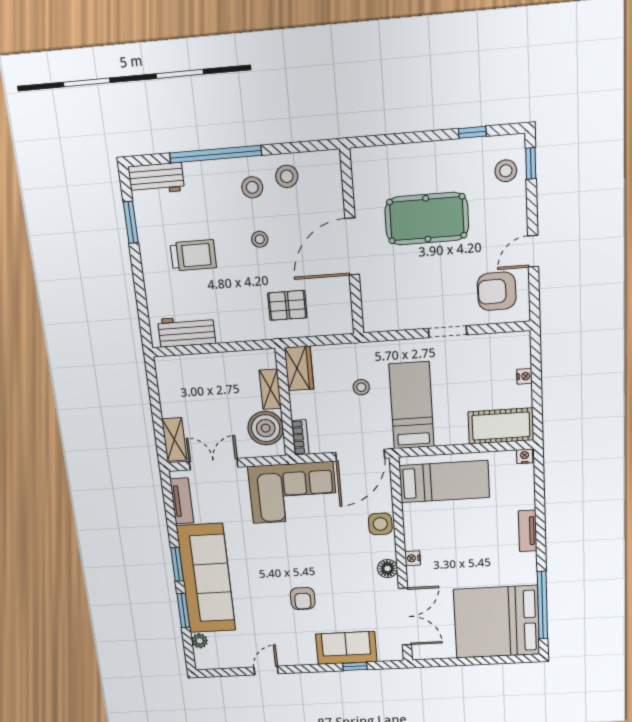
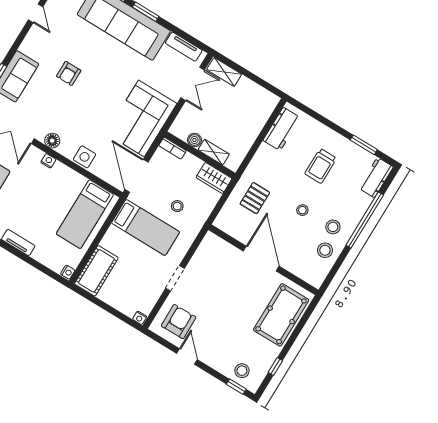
pool table: (427, 219) -> (281, 315), moved
nightstand: (524, 376) -> (140, 318), moved
boiler: (266, 428) -> (194, 140), width x0.54, depth x0.54
armchair: (303, 598) -> (69, 73), turned -90

